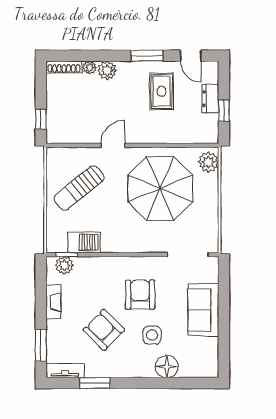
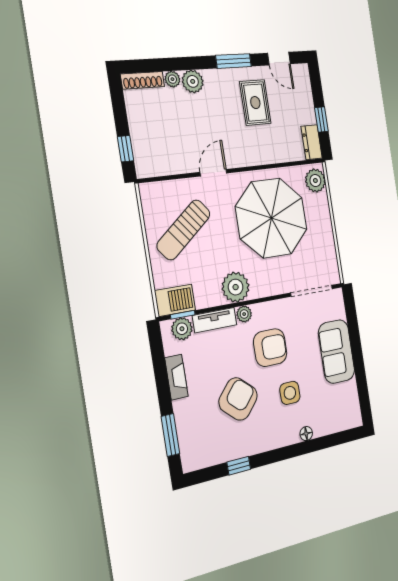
dresser: (210, 99) -> (312, 142), moved
plant: (117, 240) -> (236, 287), added
barbecue: (84, 242) -> (175, 300), moved
plant: (121, 263) -> (244, 314), added
armchair: (140, 295) -> (270, 348), turned 90
armchair: (104, 330) -> (238, 399), turned 87
floor lamp: (167, 366) -> (306, 434), width x0.53, depth x0.53
tv unit: (65, 370) -> (215, 320), moved, turned 180
window: (95, 383) -> (239, 466), width x0.67

